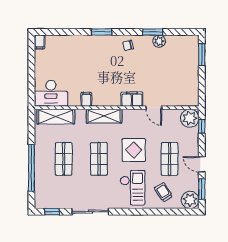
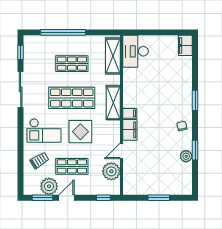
filing cabinet: (40, 42) -> (185, 45), width x2.00
window: (202, 55) -> (159, 198), moved
filing cabinet: (86, 99) -> (130, 113), moved
plant: (190, 118) -> (111, 171), moved
shop shelf: (99, 159) -> (72, 98), width x1.43, depth x1.36
plant: (190, 200) -> (49, 186), moved

